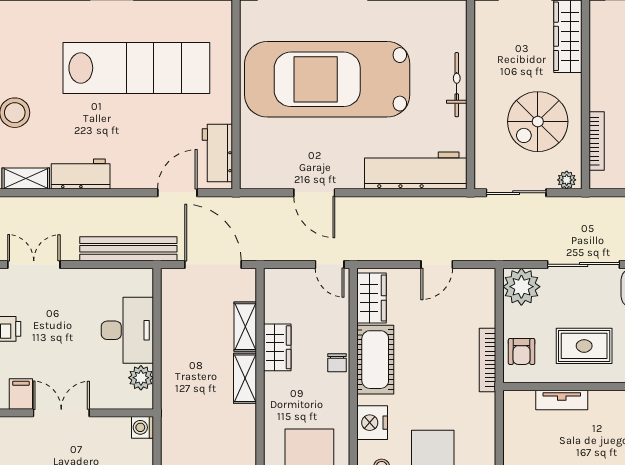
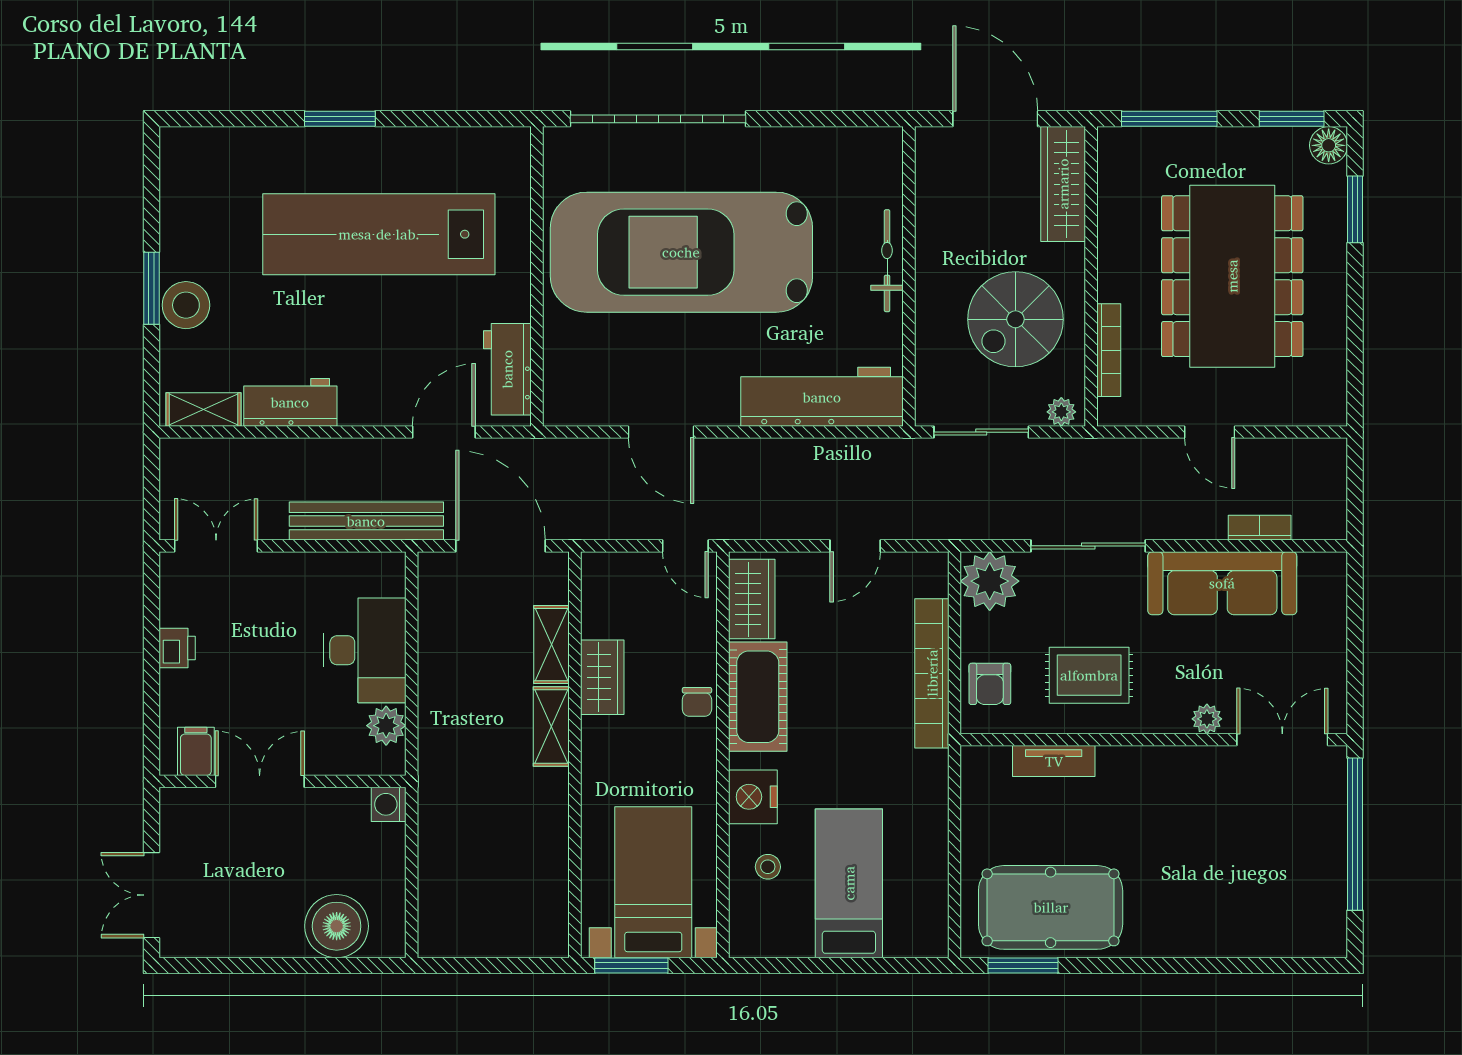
lab bench: (136, 68) -> (379, 234), turned 180
bookcase: (488, 360) -> (932, 673), width x1.48, depth x1.31

